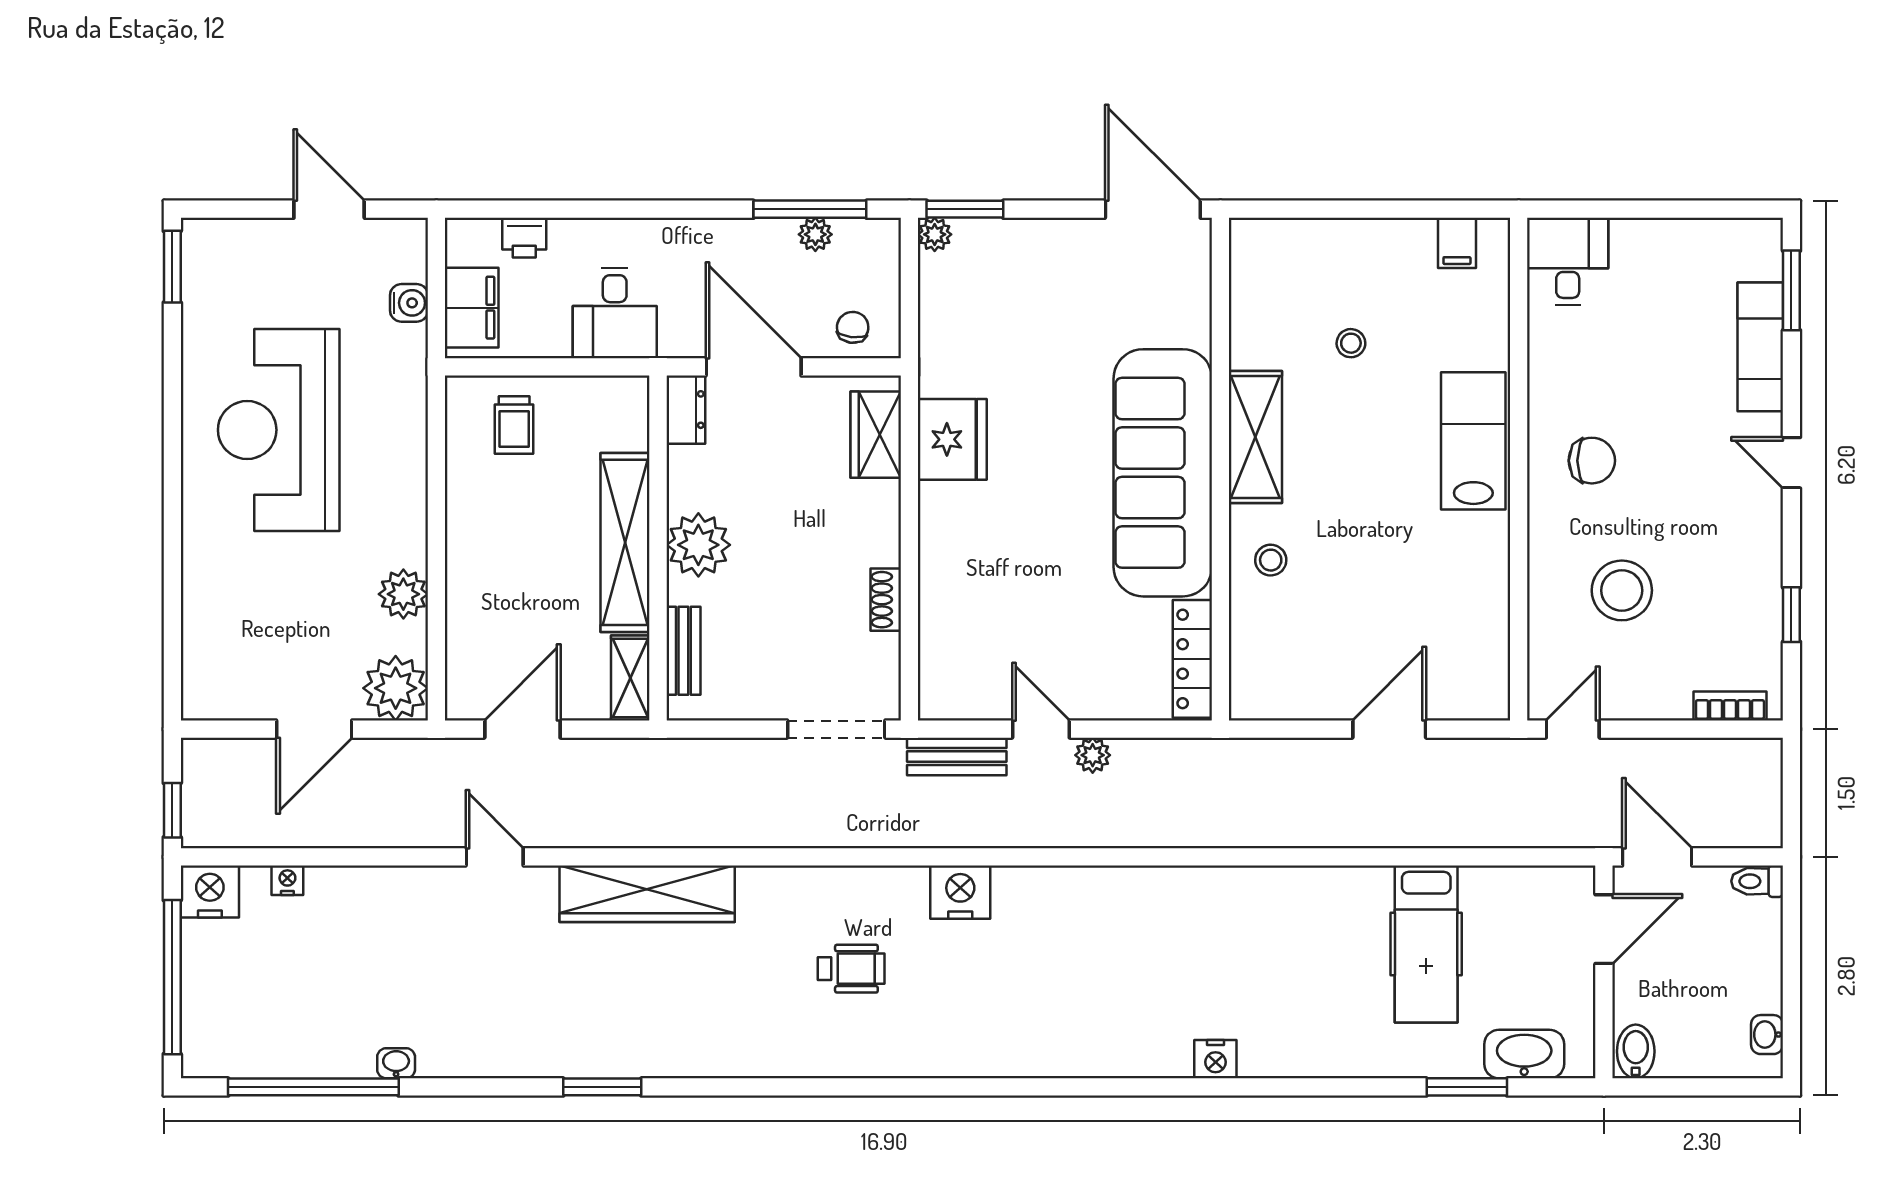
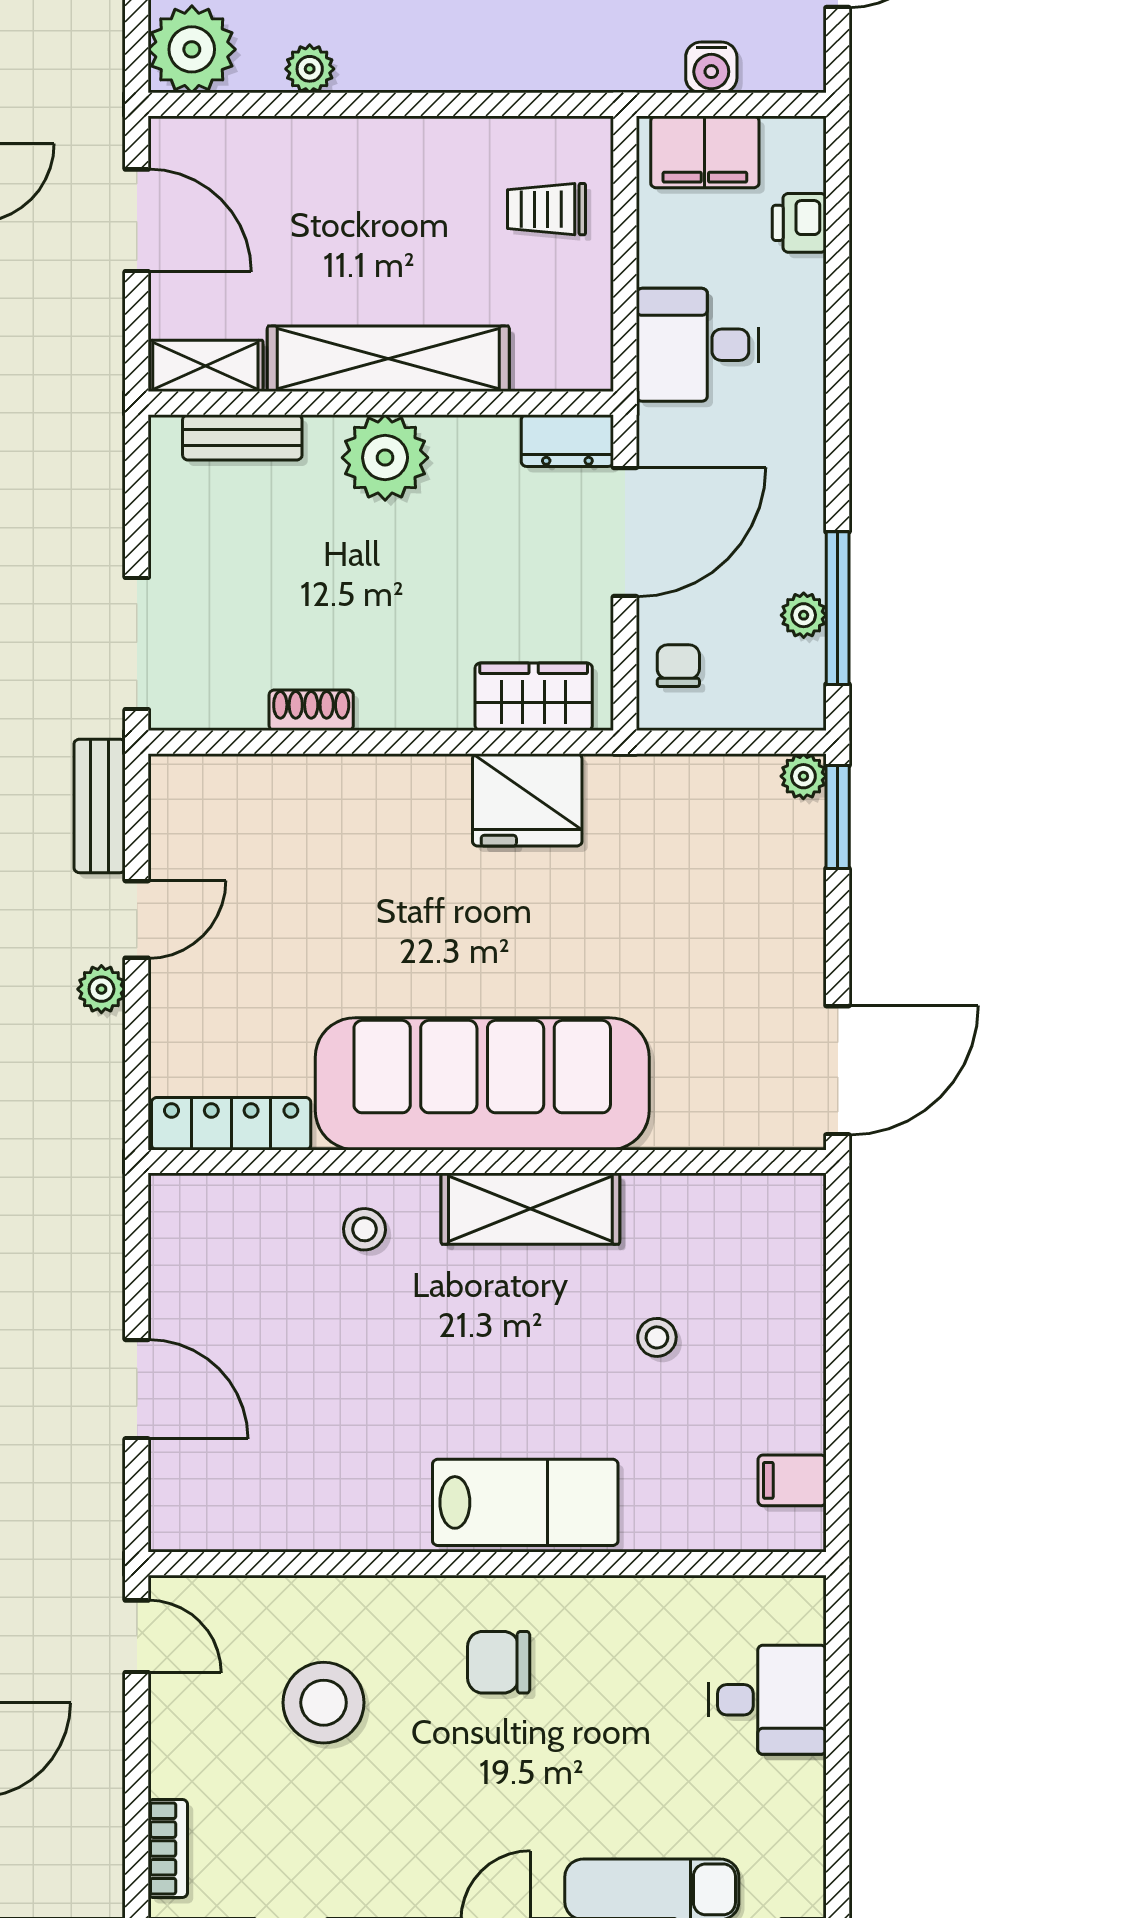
desk: (1568, 261) -> (767, 1700), moved
chair: (853, 327) -> (678, 666), turned -97
chair: (1592, 461) -> (499, 1662), turned 90
plant: (403, 594) -> (310, 69), width x0.73, depth x0.73

